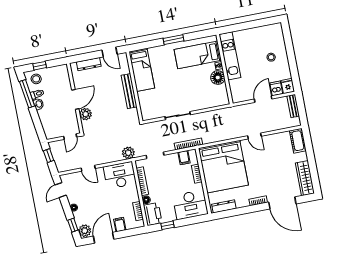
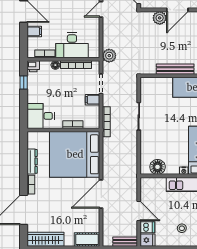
floor lamp: (218, 78) -> (158, 167), moved
door: (75, 99) -> (177, 10), hinge flipped
door: (254, 136) -> (101, 194), width x1.87
filing cabinet: (184, 158) -> (93, 100), moved
desk: (120, 175) -> (72, 45), moved, turned 90
desk: (190, 205) -> (41, 116), width x0.73
dresser: (224, 206) -> (32, 161), moved
printer: (153, 214) -> (33, 66), width x0.53, depth x0.68

